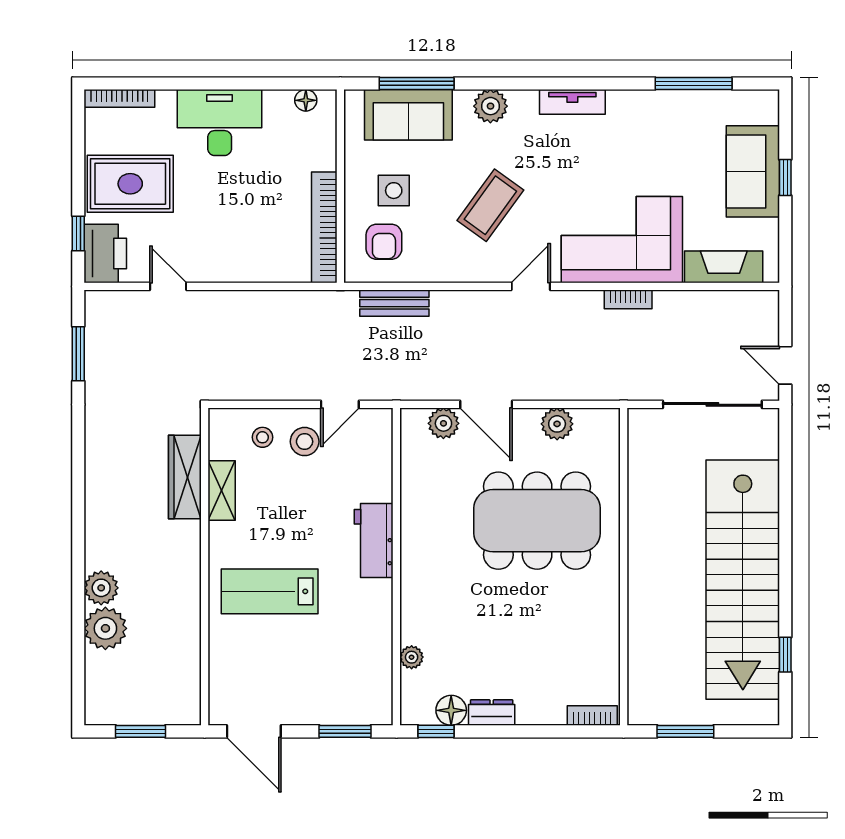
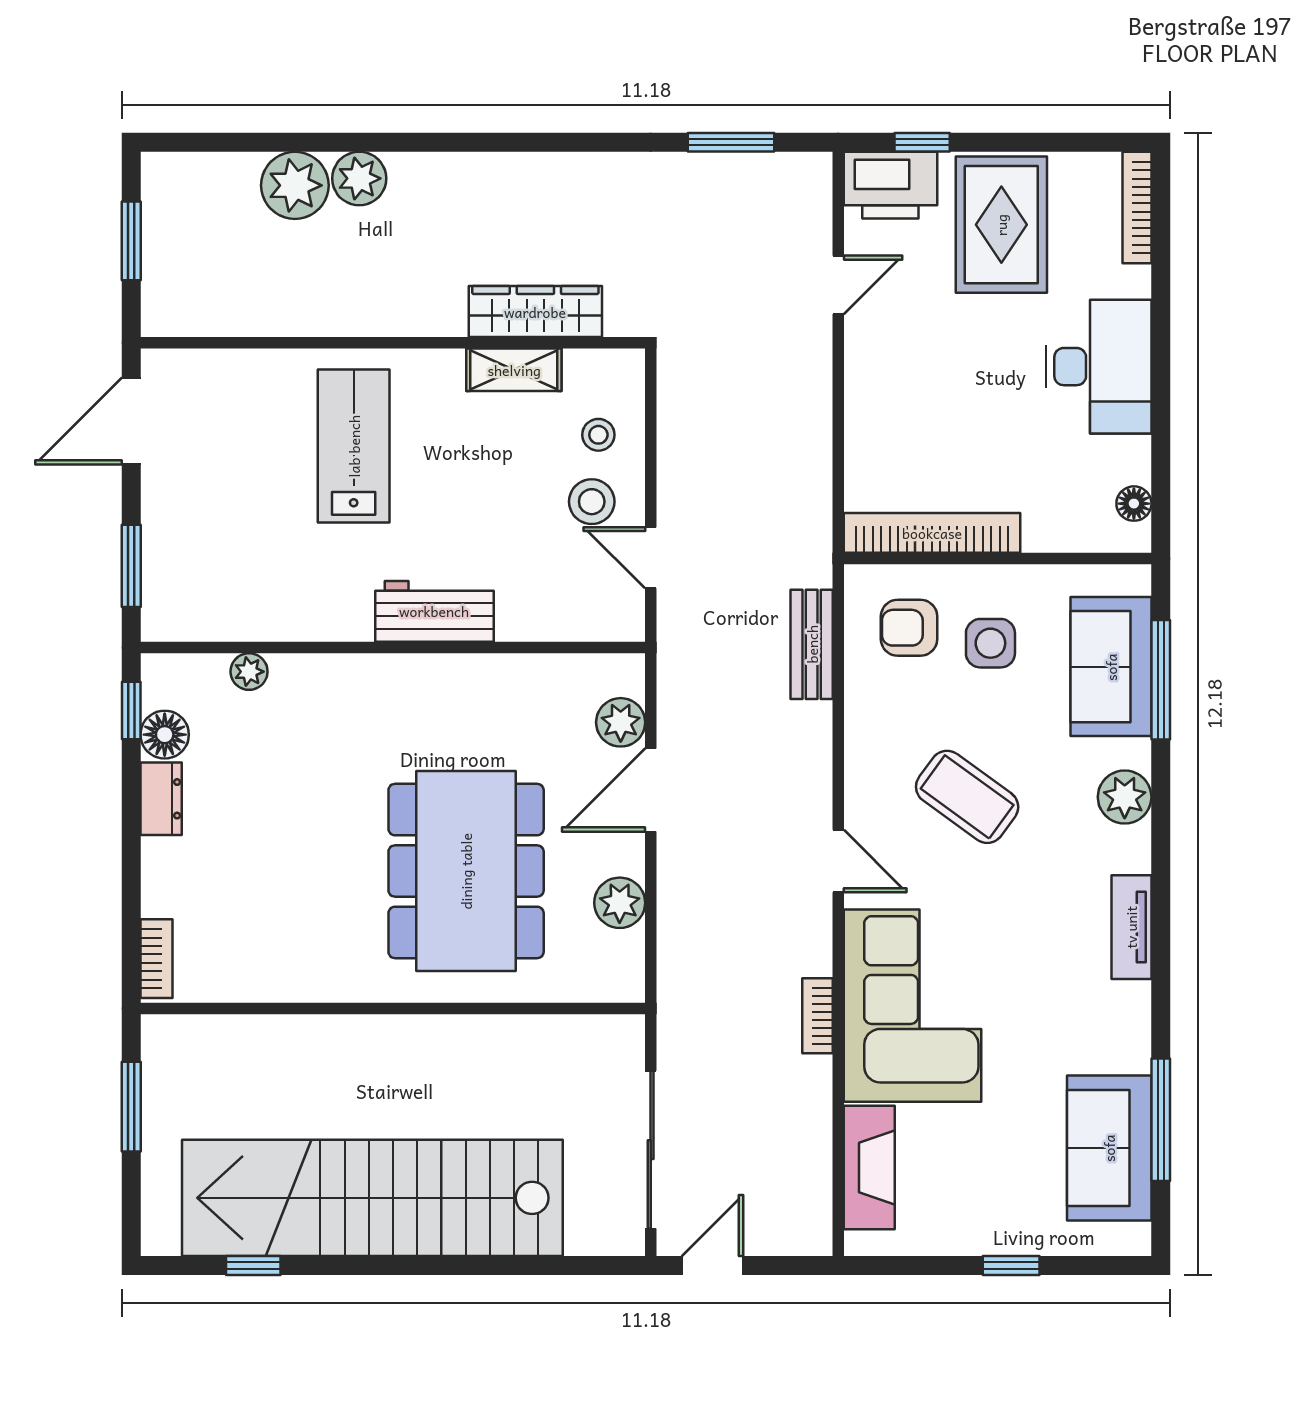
sofa: (753, 171) -> (1109, 1148), moved, turned -90

